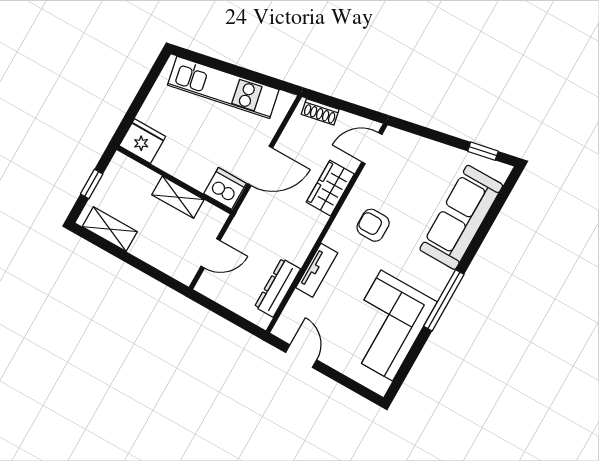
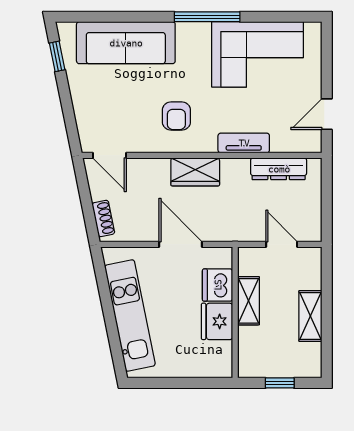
fridge: (142, 141) -> (217, 321), moved
dishwasher: (225, 188) -> (218, 285), moved
wardrobe: (330, 188) -> (195, 172), moved
shelving: (110, 229) -> (310, 316), moved

